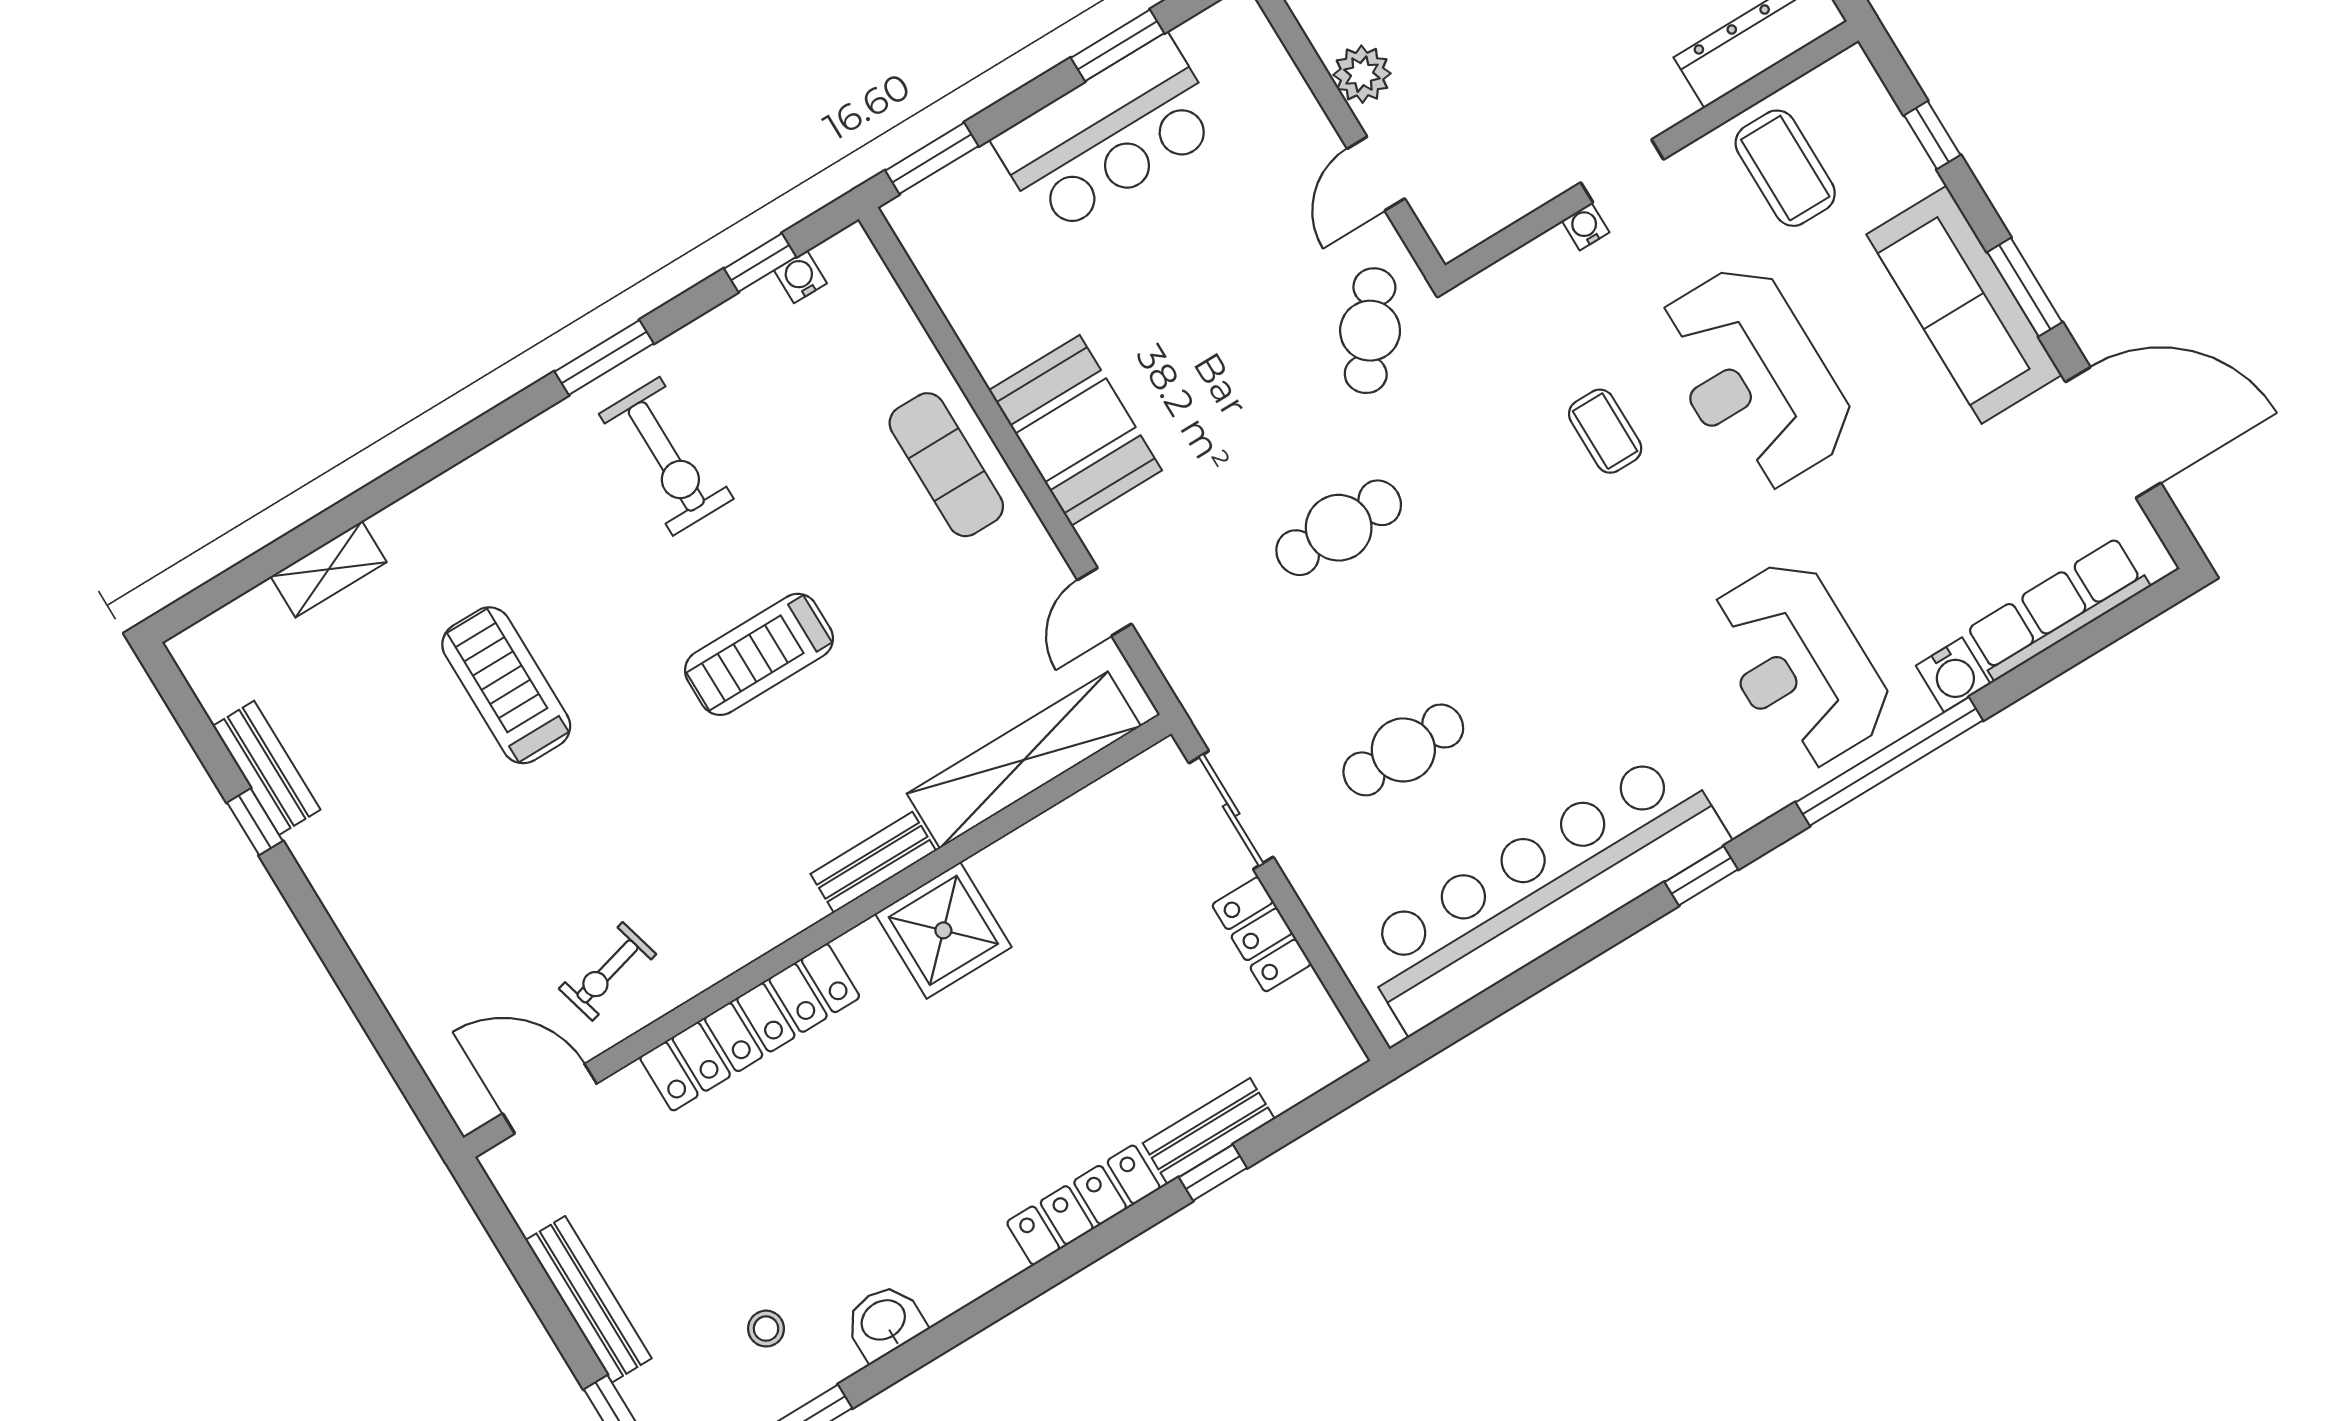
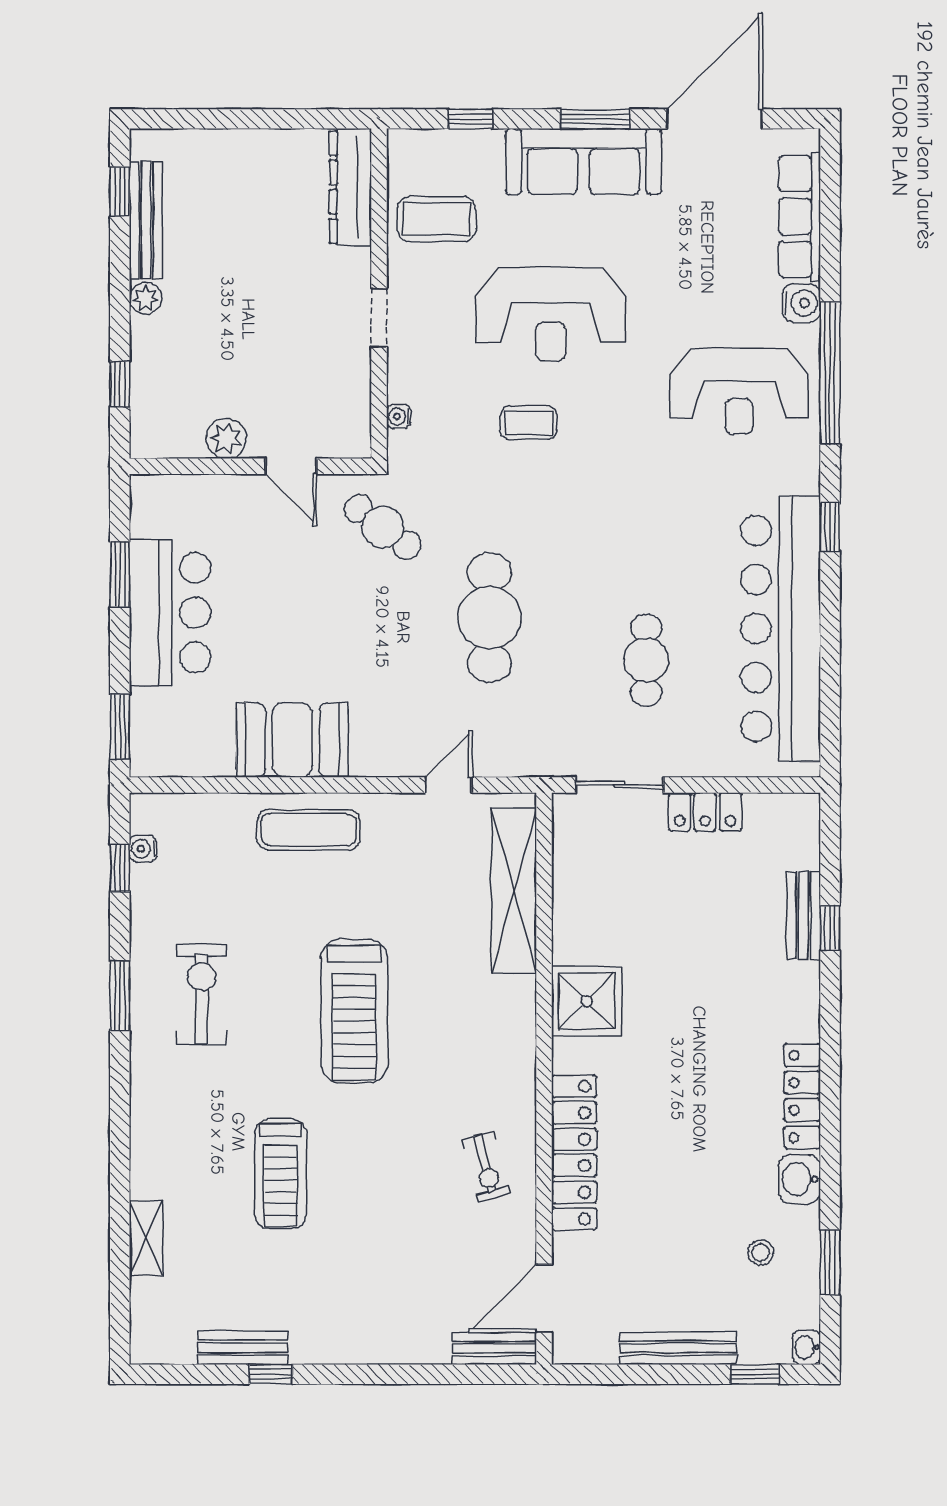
water cooler: (1586, 227) -> (399, 416), moved
booth: (1075, 430) -> (292, 740), moved
exercise bike: (666, 456) -> (202, 995), turned -90
cafe table: (1339, 528) -> (489, 618), width x1.37, depth x1.35
door: (1105, 602) -> (449, 785), swing flipped
treadmill: (759, 654) -> (354, 1011), width x1.37, depth x1.38
treadmill: (506, 685) -> (281, 1174), turned -90
bench: (873, 862) -> (494, 1349), moved, turned 90
exercise bike: (608, 971) -> (486, 1167), moved
locker: (1083, 1205) -> (802, 1096), moved

